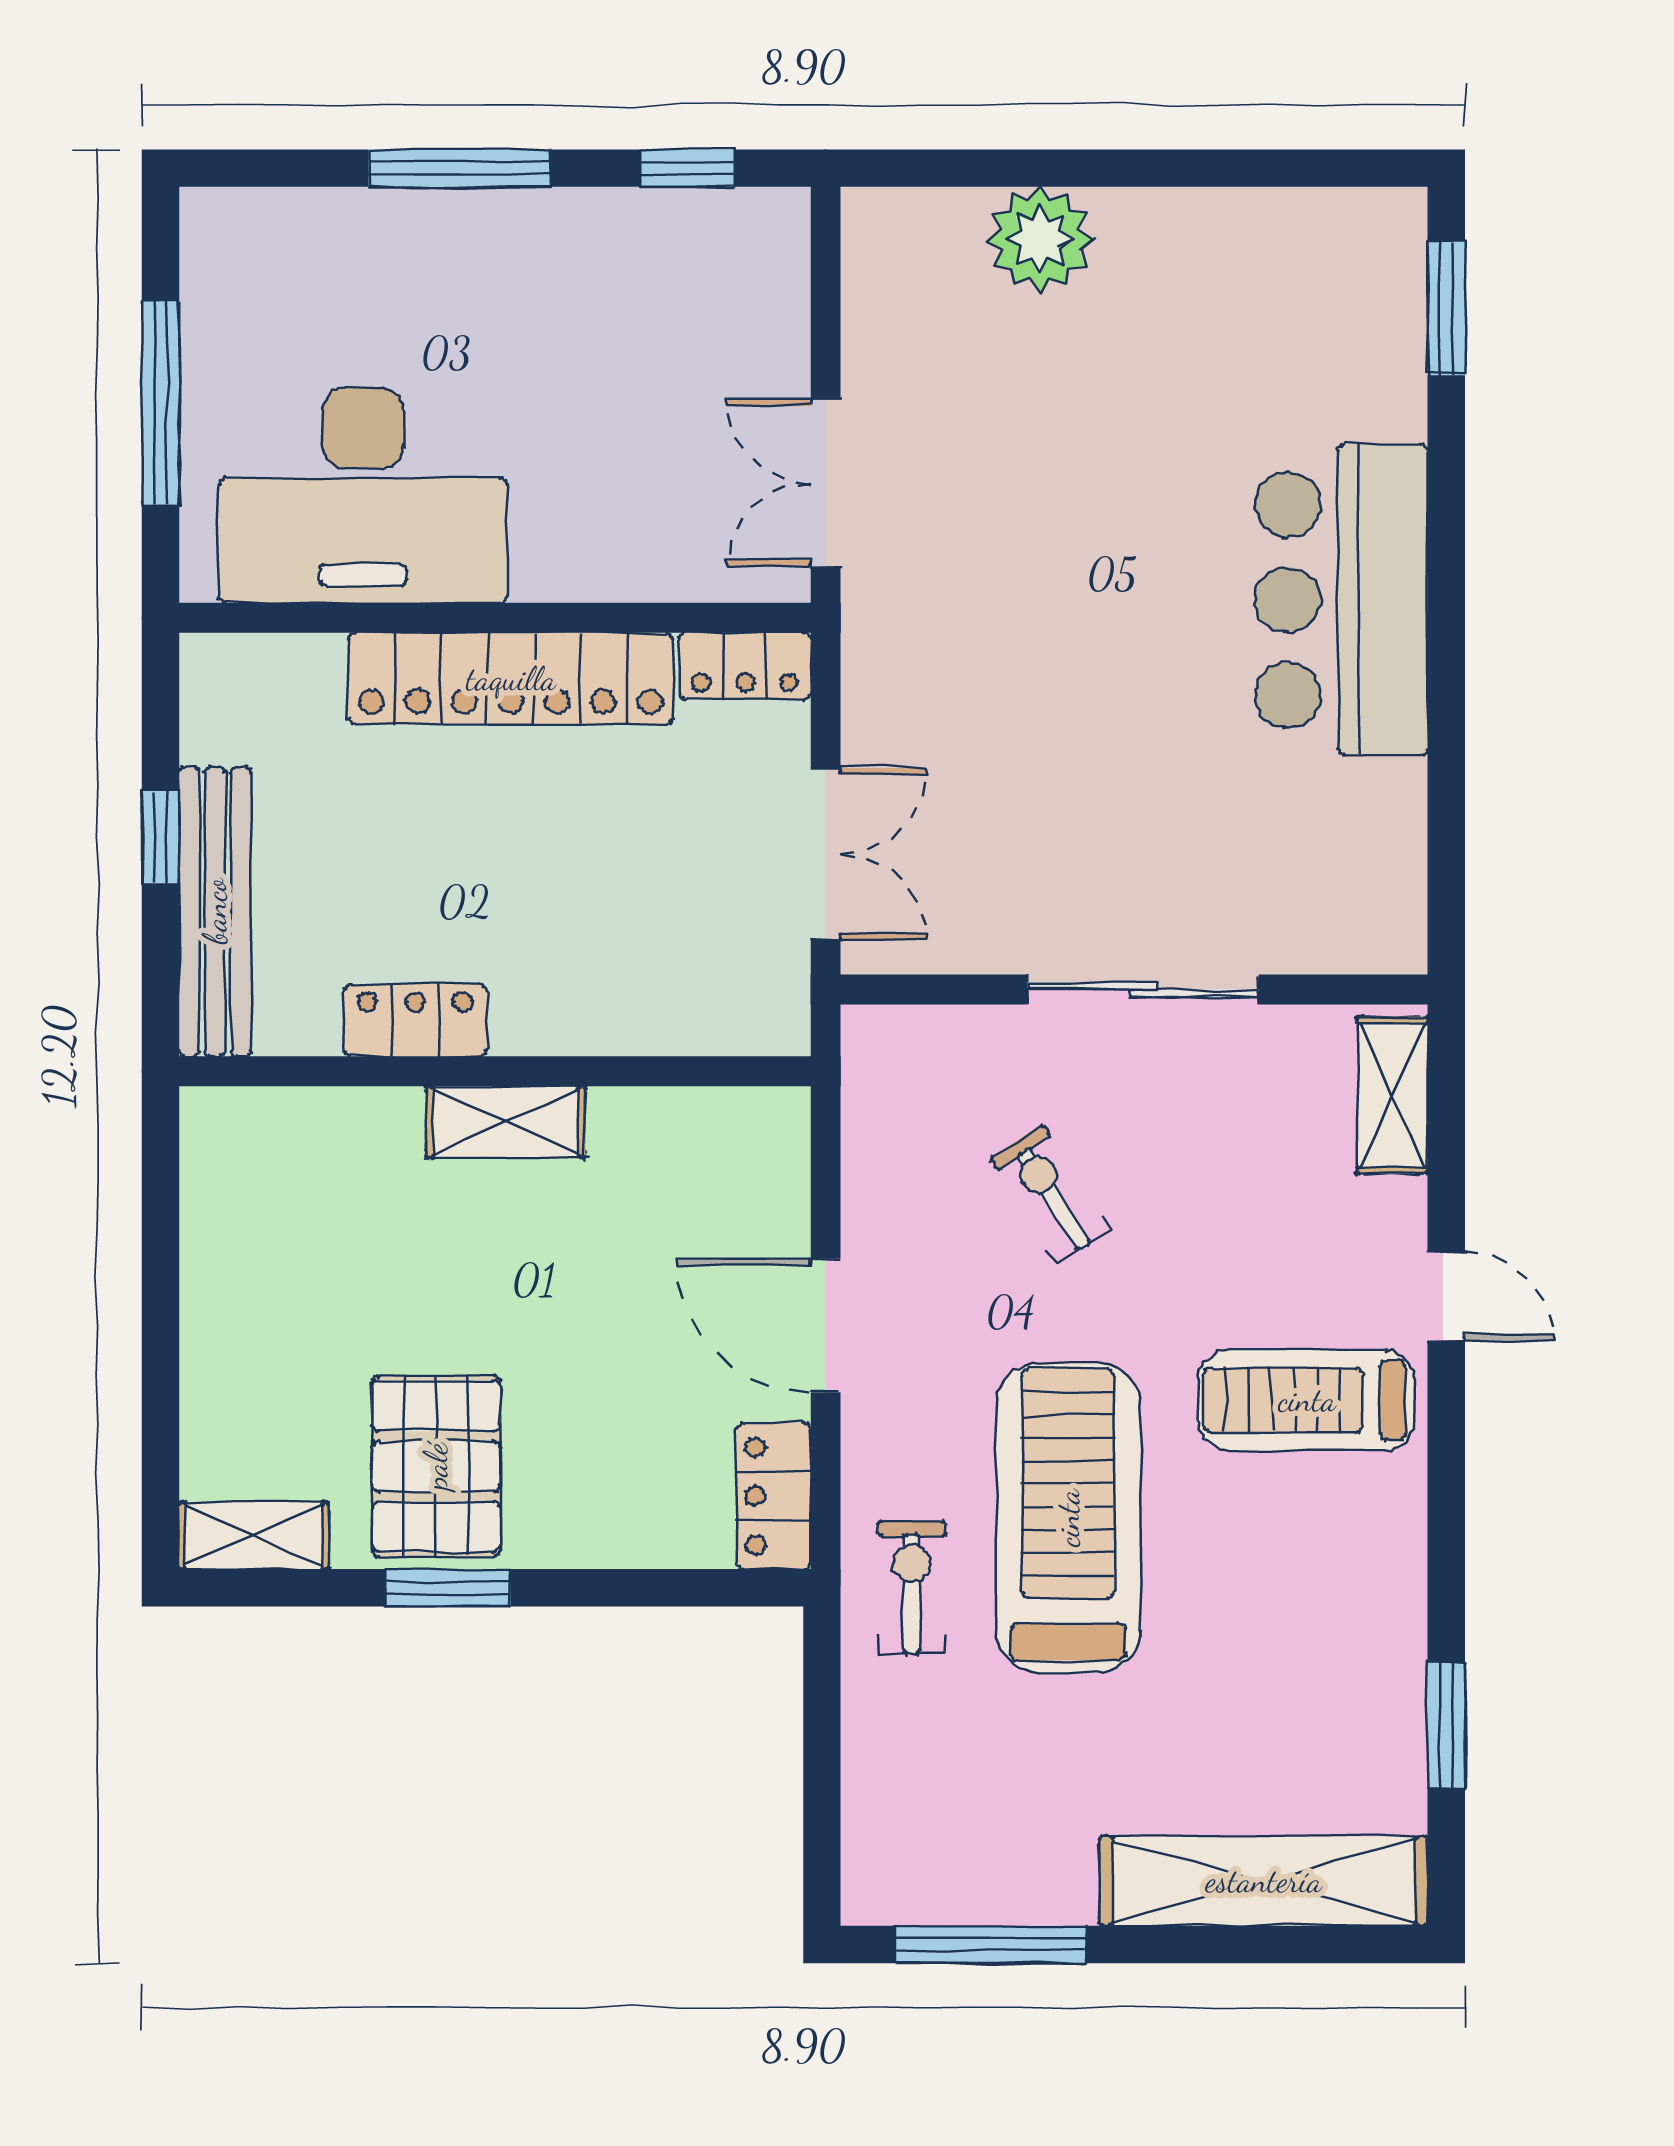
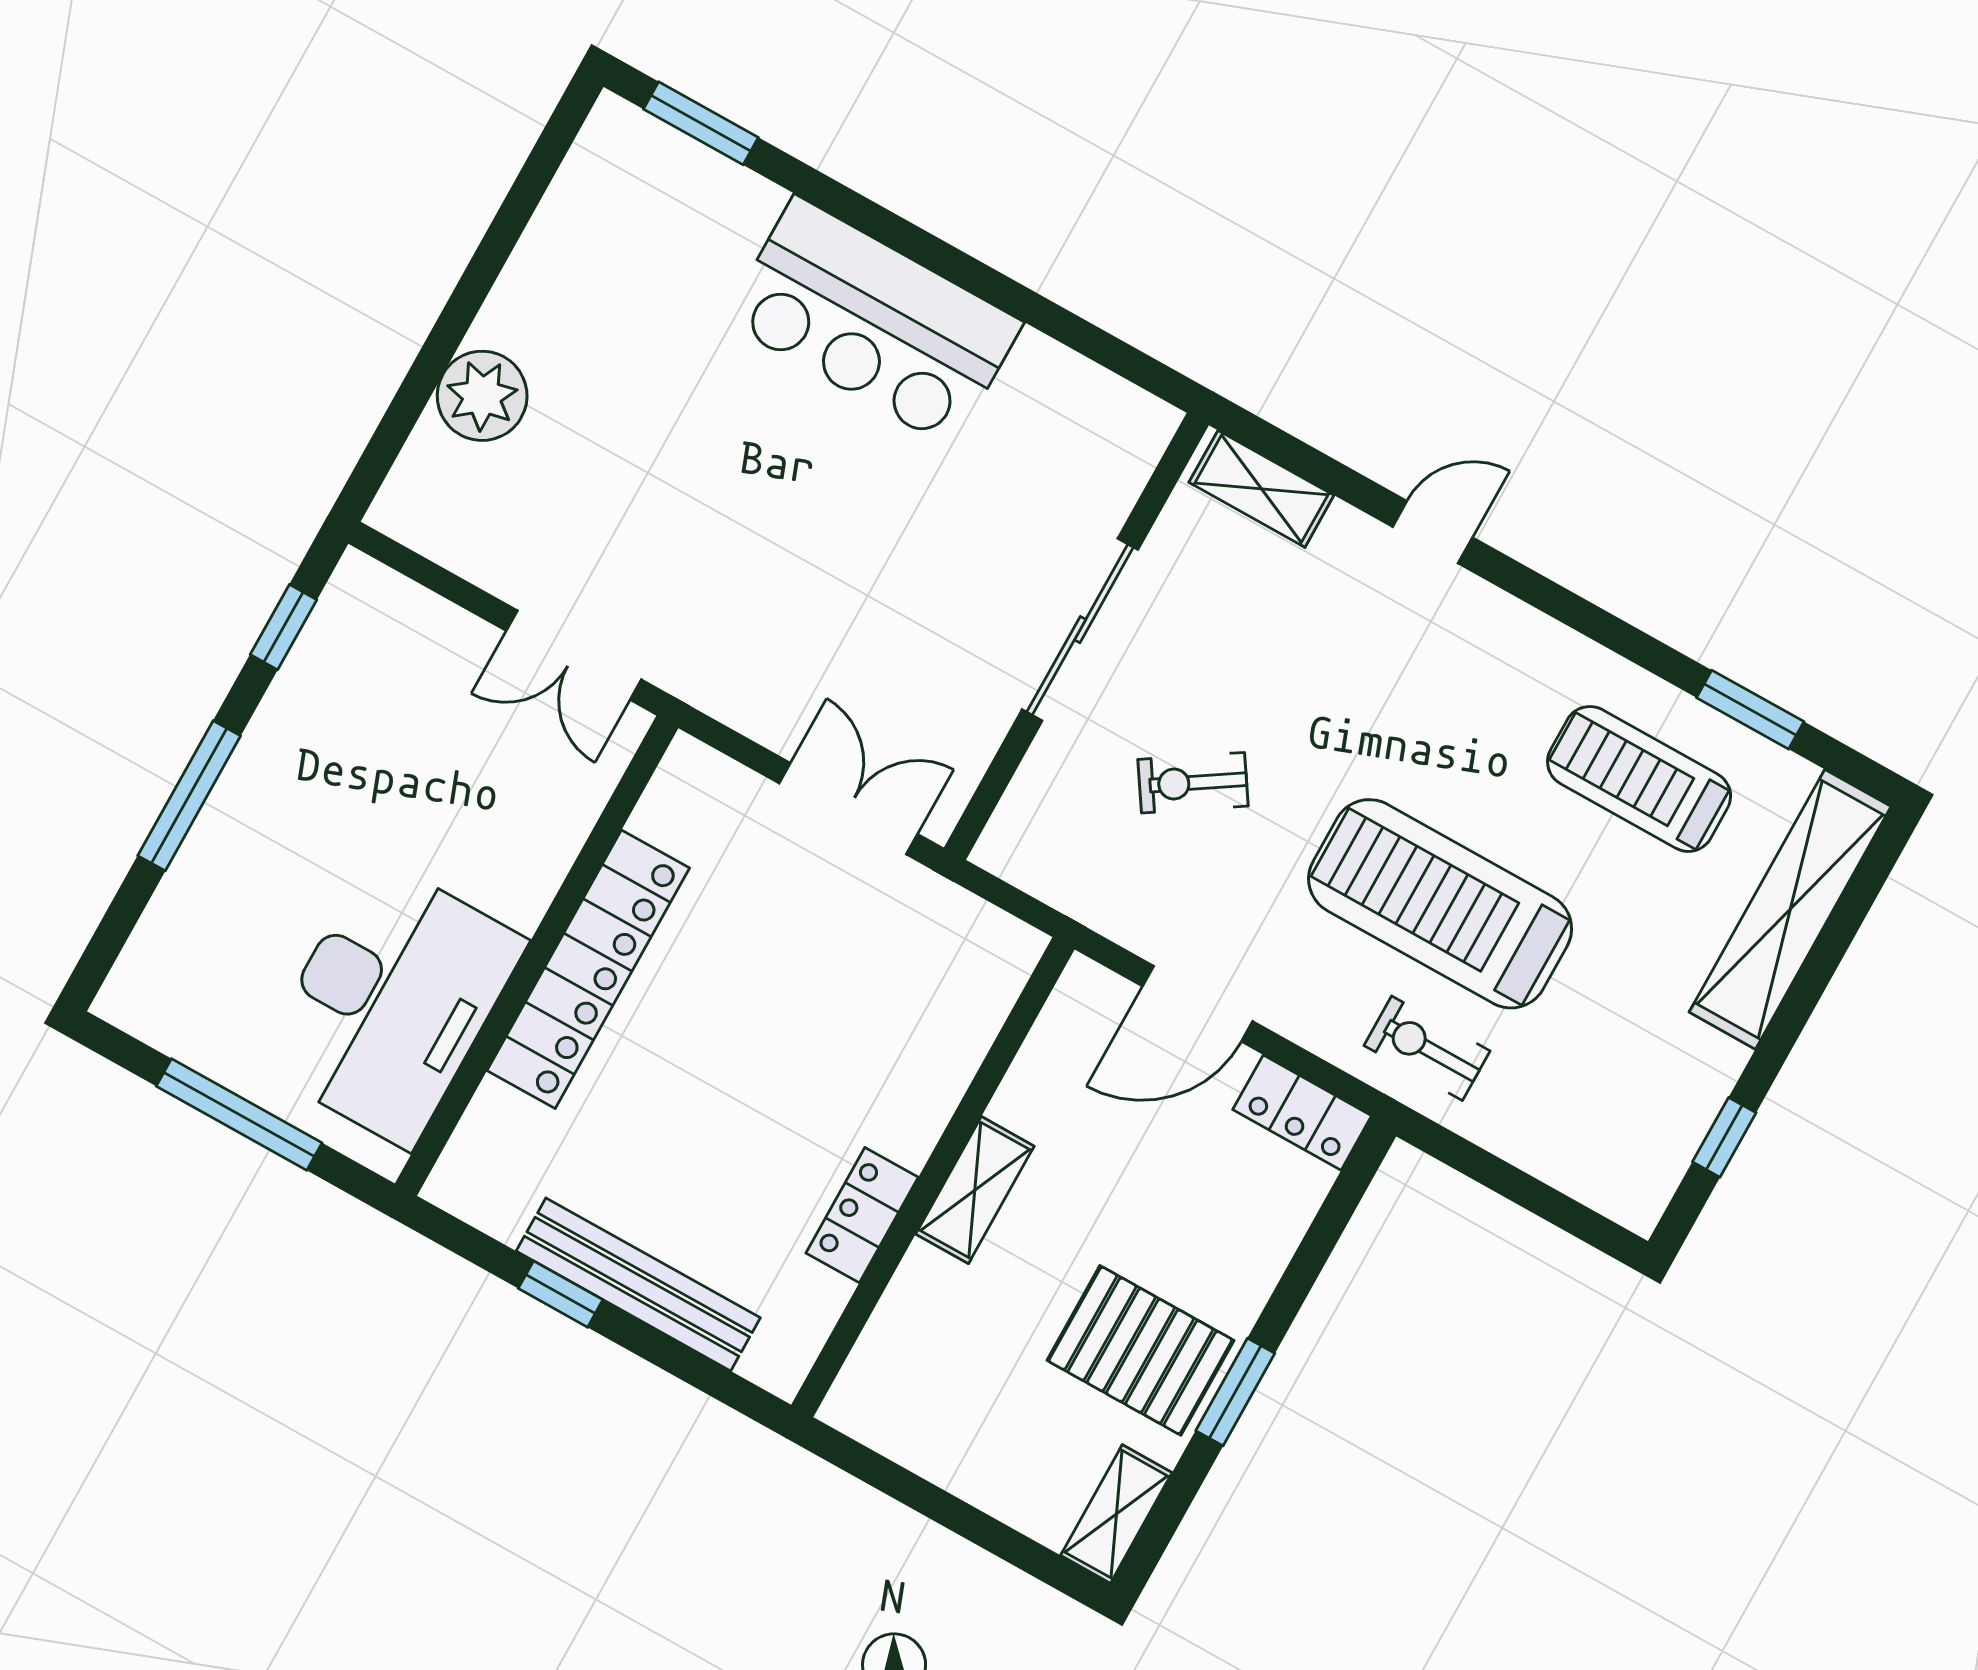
locker: (745, 666) -> (676, 791), removed
locker: (415, 1020) -> (862, 1215), moved
wall: (495, 1071) -> (933, 1177), moved
shelving: (506, 1122) -> (975, 1190), moved
treadmill: (1307, 1400) -> (1639, 779), moved, turned 90
window: (991, 1945) -> (1724, 1137), width x0.46

